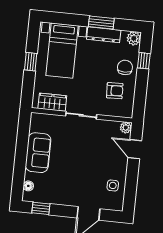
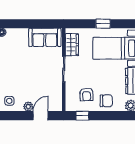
window: (144, 61) -> (82, 116), moved
plant: (126, 128) -> (28, 107), moved
sofa: (38, 153) -> (45, 37), moved

